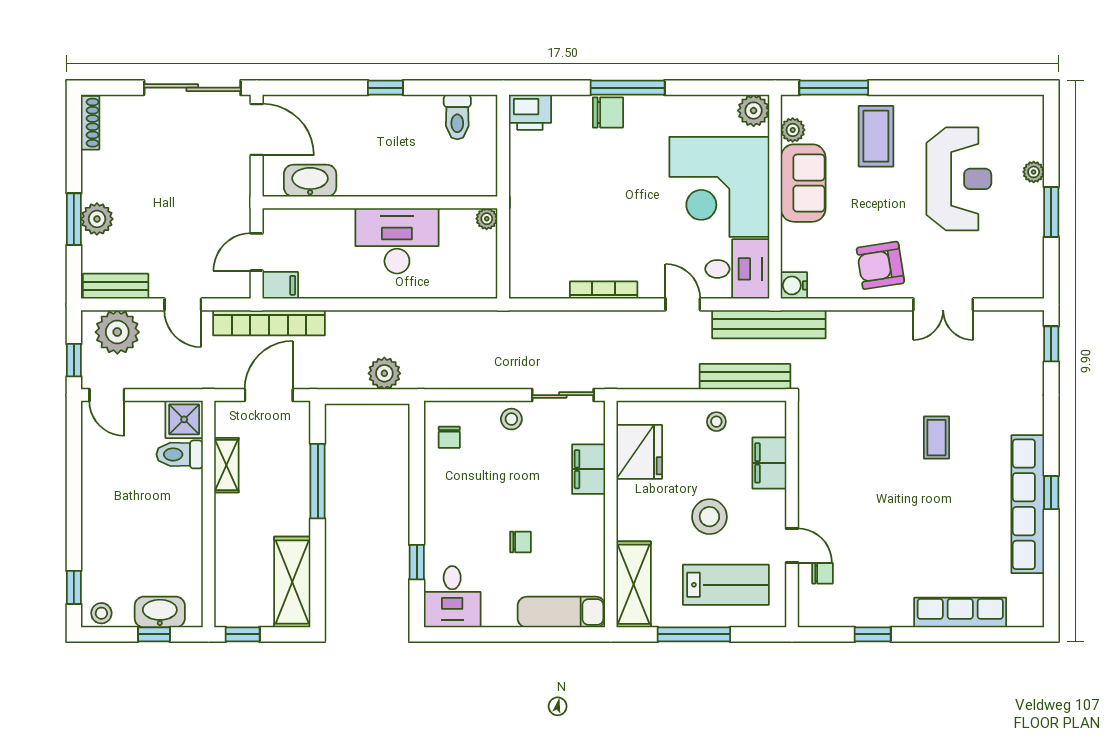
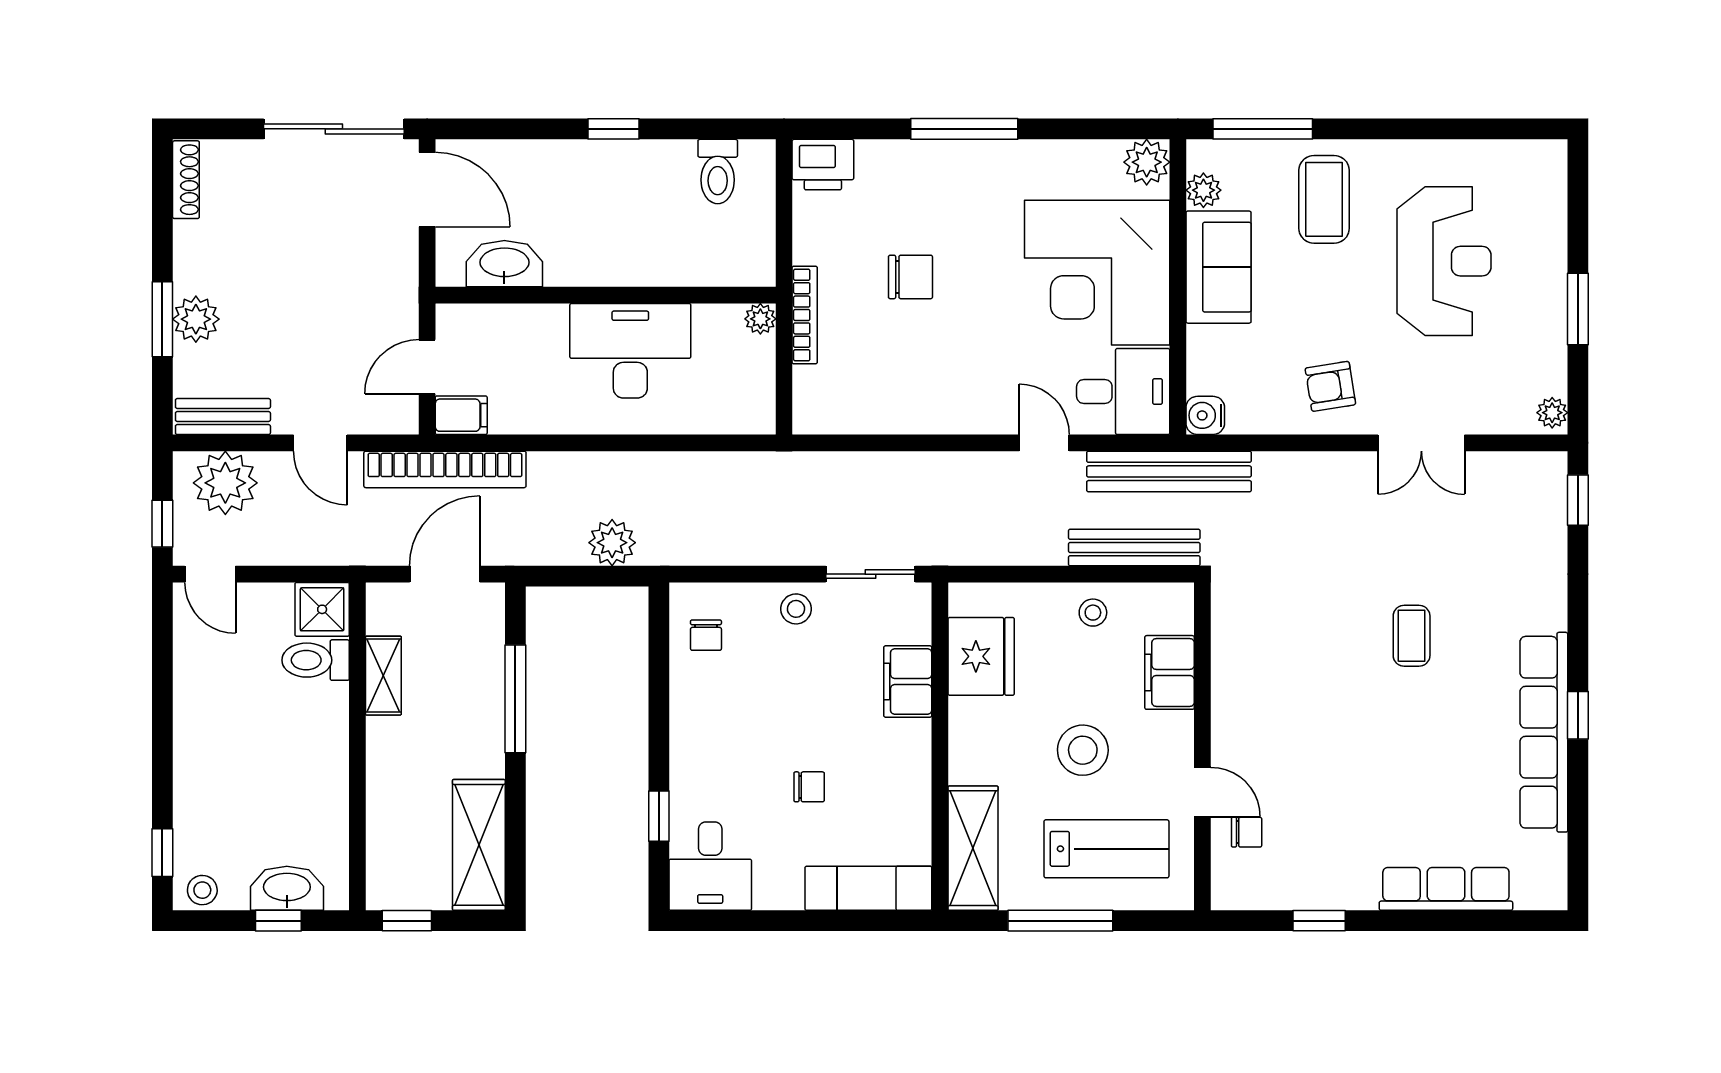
chair: (608, 112) -> (910, 277), moved
plant: (1034, 172) -> (1552, 413), moved
armchair: (880, 265) -> (1330, 386), width x0.72, depth x0.72
bookcase: (604, 290) -> (805, 315), moved, turned 90

